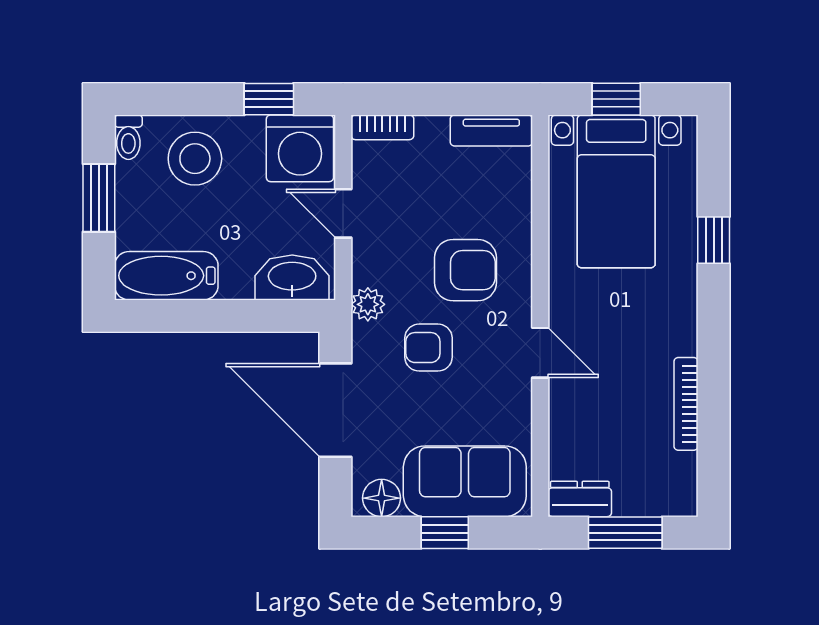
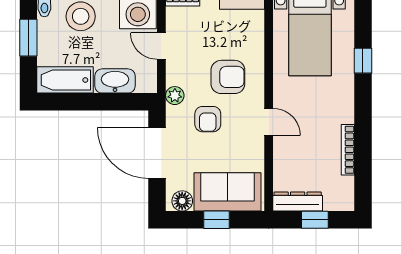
washbasin: (292, 278) -> (115, 81), moved
armchair: (429, 348) -> (208, 119), turned -90
dresser: (580, 499) -> (298, 202), width x1.44
window: (625, 533) -> (315, 220), width x0.67

